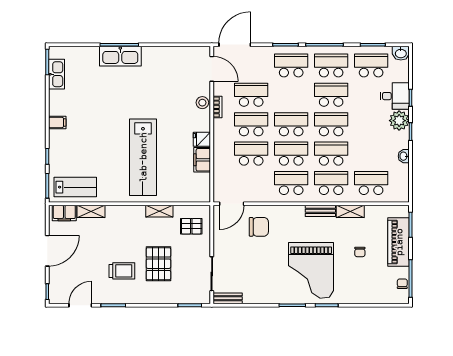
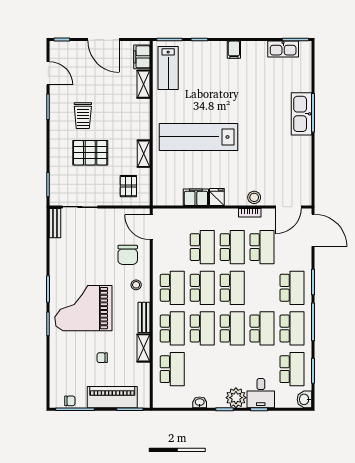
stool: (288, 219) -> (136, 285), added

